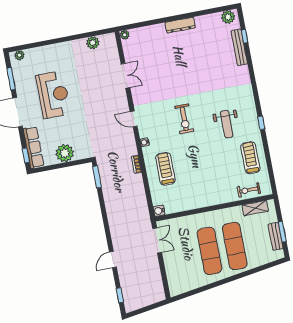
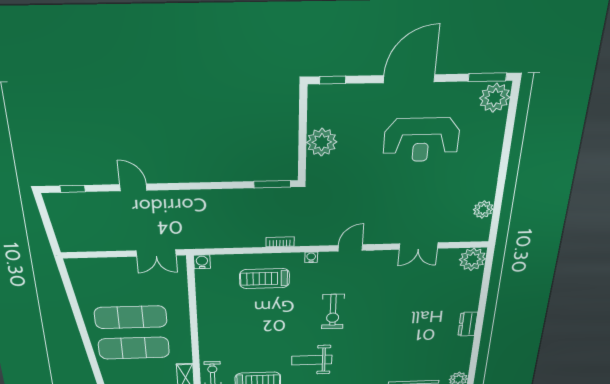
dresser: (180, 25) -> (468, 324), width x0.70
plant: (125, 35) -> (472, 259), width x1.88, depth x1.88
plant: (19, 55) -> (495, 98), width x1.88, depth x1.88
window: (11, 79) -> (487, 77), moved
exercise bike: (184, 119) -> (333, 312), turned -90
row of seats: (34, 147) -> (343, 95), removed
treadmill: (165, 169) -> (265, 279), turned 180

